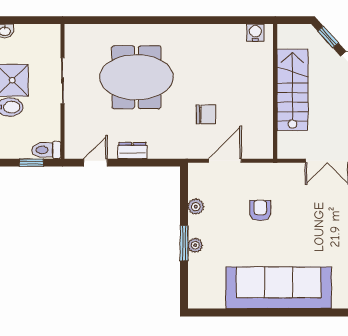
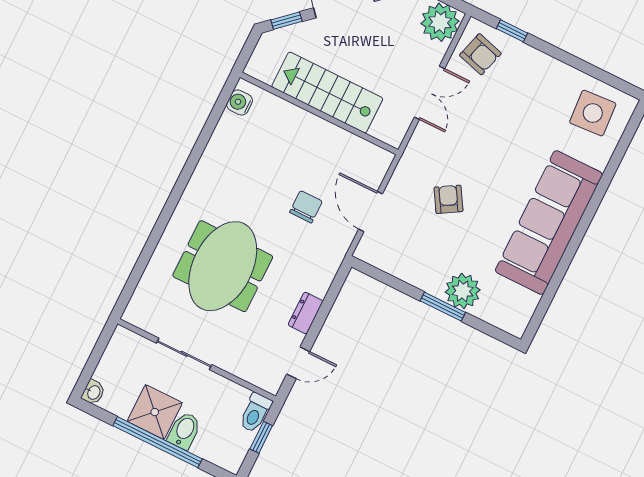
door: (96, 163) -> (298, 363), swing flipped
plant: (196, 207) -> (407, 272), removed
armchair: (260, 210) -> (448, 199), turned 59
plant: (195, 245) -> (463, 291), width x1.88, depth x1.88

